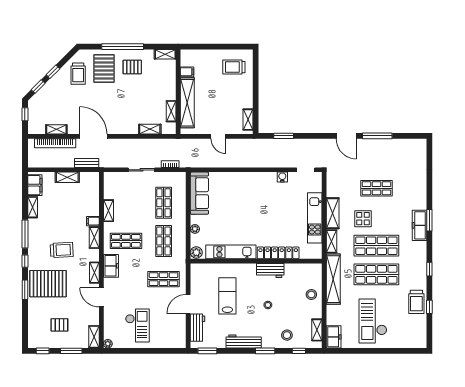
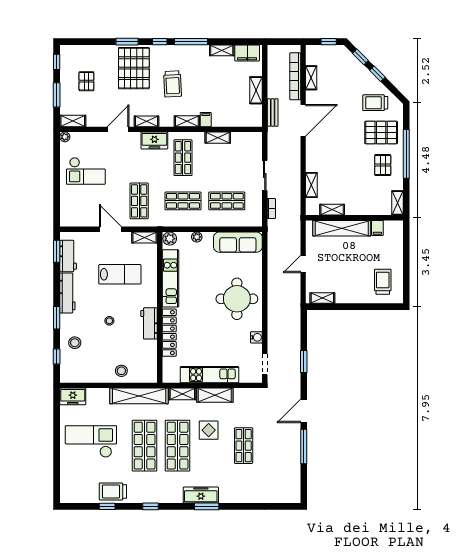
window: (284, 136) -> (304, 362), moved
round table: (249, 194) -> (237, 299), added
workbench: (198, 328) -> (68, 256), moved, turned -90
shelving: (317, 330) -> (145, 238), moved

